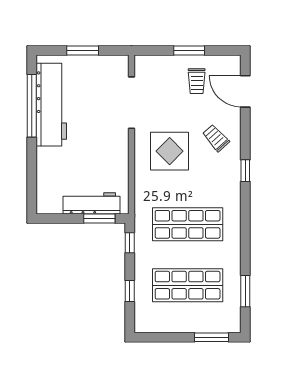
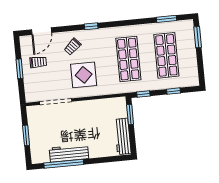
workbench: (51, 105) -> (69, 153), width x0.73, depth x0.76
workbench: (91, 203) -> (123, 136), moved

